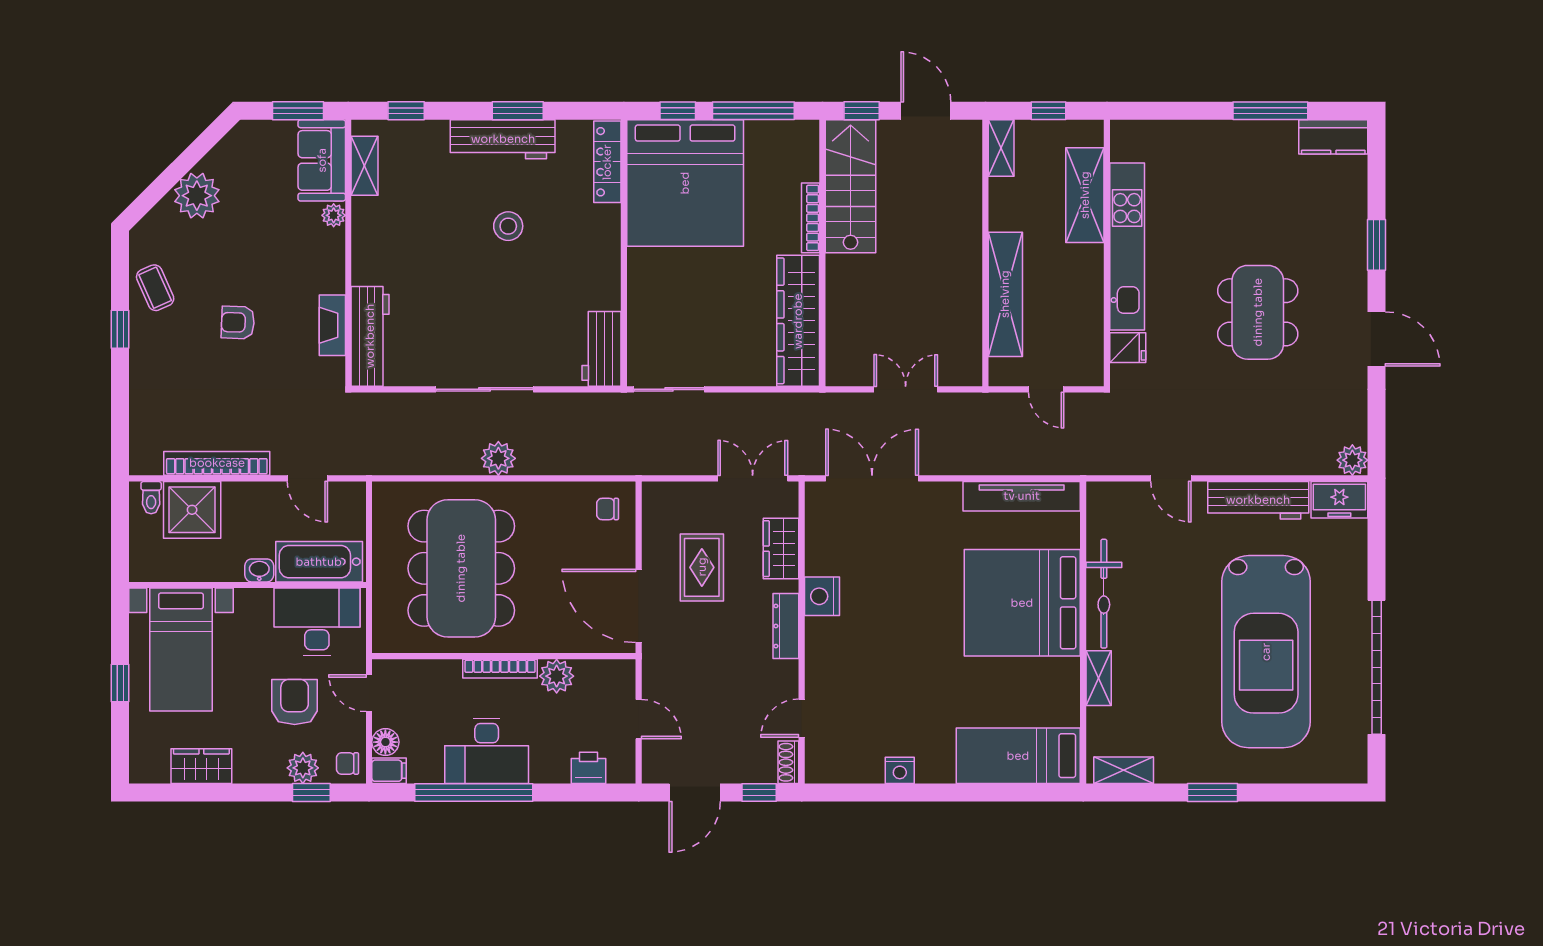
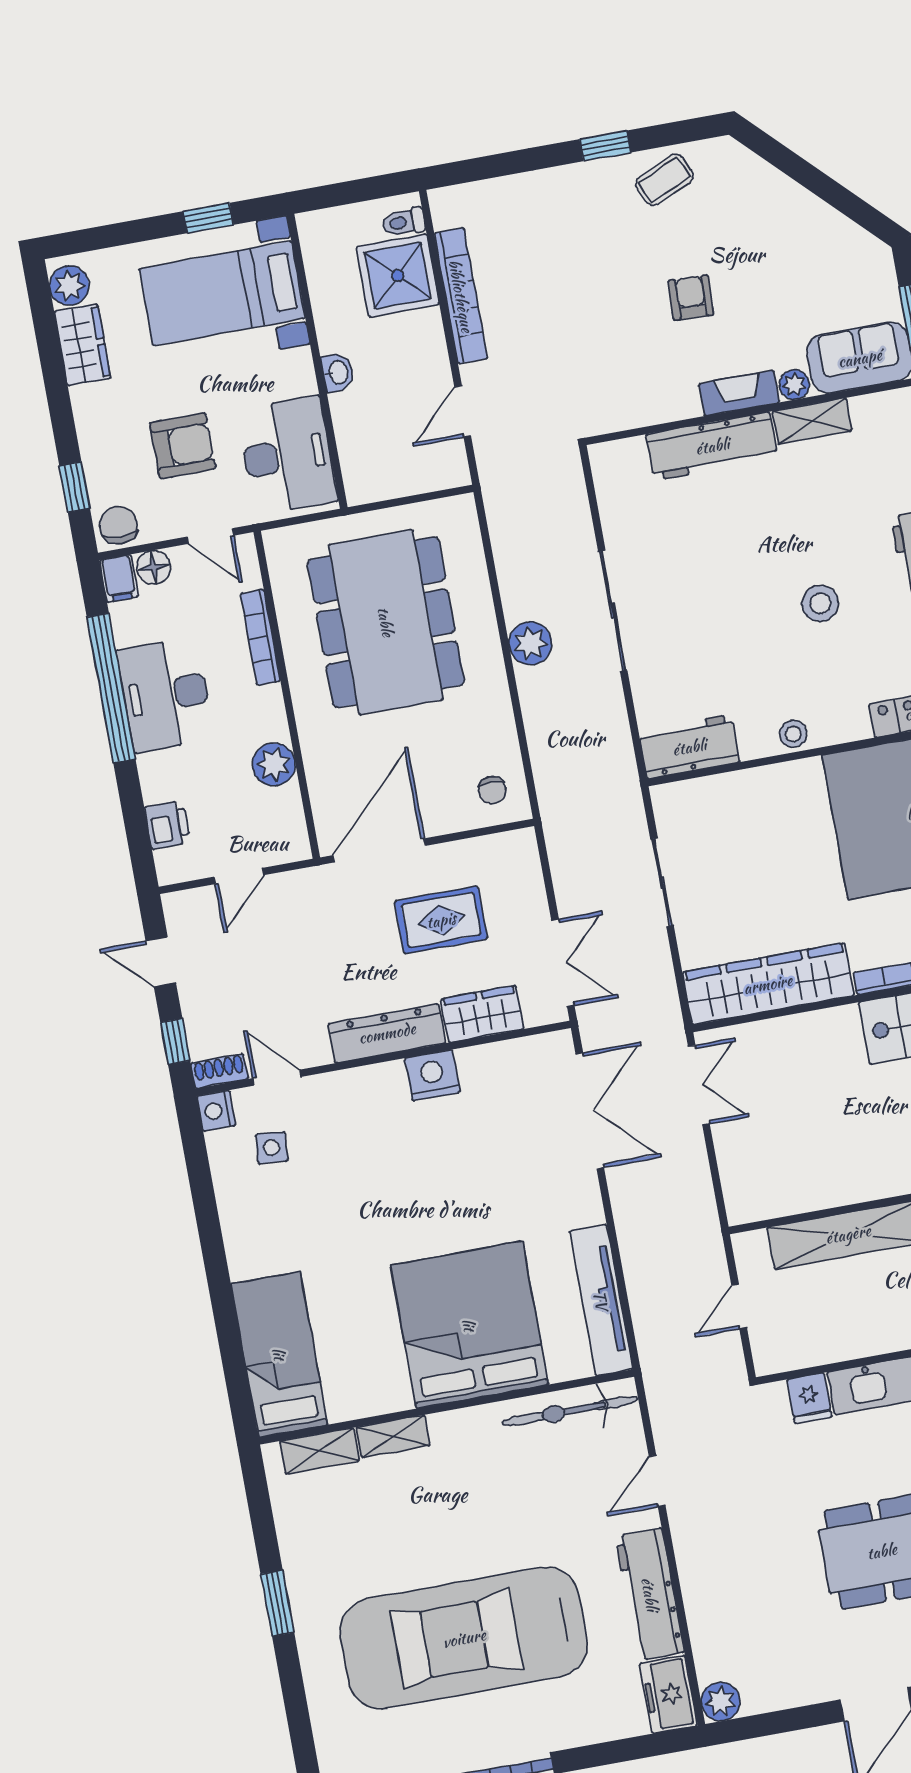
shelving: (365, 166) -> (812, 421), moved
plant: (197, 196) -> (788, 211), removed
stool: (606, 266) -> (793, 734), added
armchair: (238, 322) -> (691, 298), moved
fireplace: (332, 325) -> (739, 393), moved
workbench: (370, 336) -> (712, 446), moved
sliding door: (669, 389) -> (662, 882), moved
double door: (906, 389) -> (699, 1085), moved
chair: (608, 509) -> (492, 790), turned 180
bathtub: (319, 562) -> (362, 445), removed
dining table: (461, 568) -> (386, 622), turned 90
bicycle: (1104, 594) -> (570, 1411), moved
dresser: (786, 626) -> (387, 1033), width x1.37, depth x1.24
bookcase: (500, 669) -> (260, 637), moved
window: (120, 683) -> (208, 218), moved
door: (369, 693) -> (210, 536), swing flipped
side table: (856, 732) -> (272, 1148), added
chair: (347, 763) -> (118, 525), width x1.37, depth x1.37
plant: (303, 768) -> (69, 286), moved
nightstand: (900, 770) -> (216, 1111), moved
shelving: (1124, 770) -> (320, 1451), moved, turned 90
door: (695, 792) -> (161, 962), width x0.73

